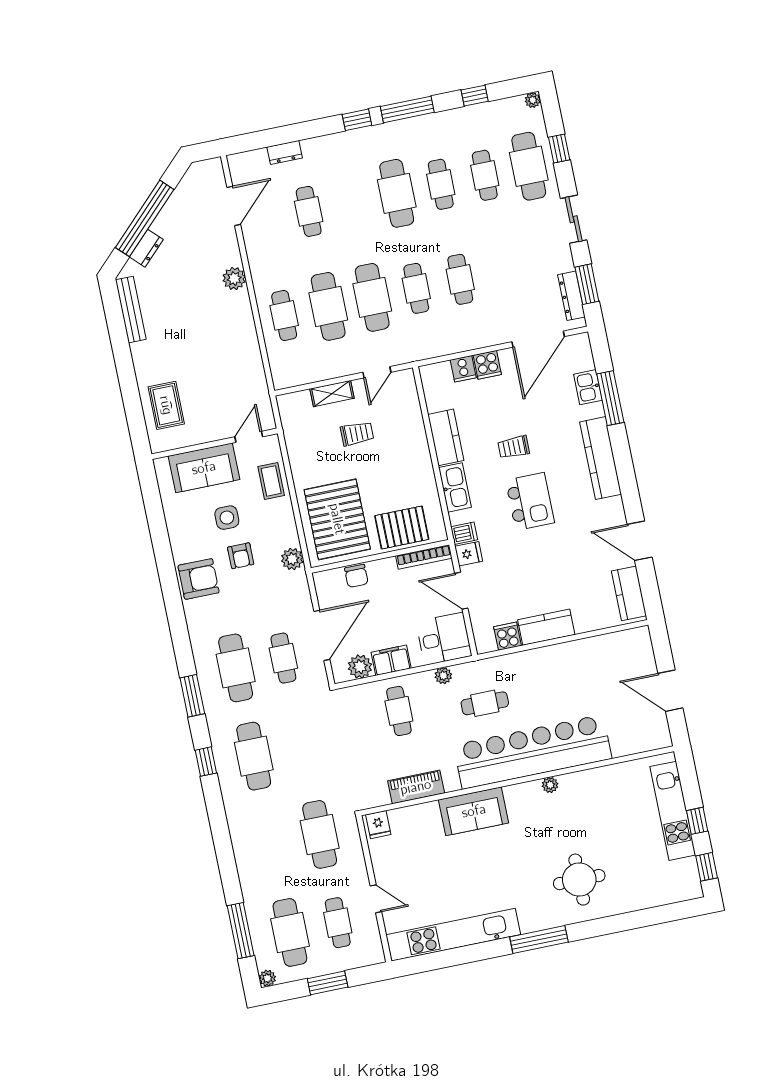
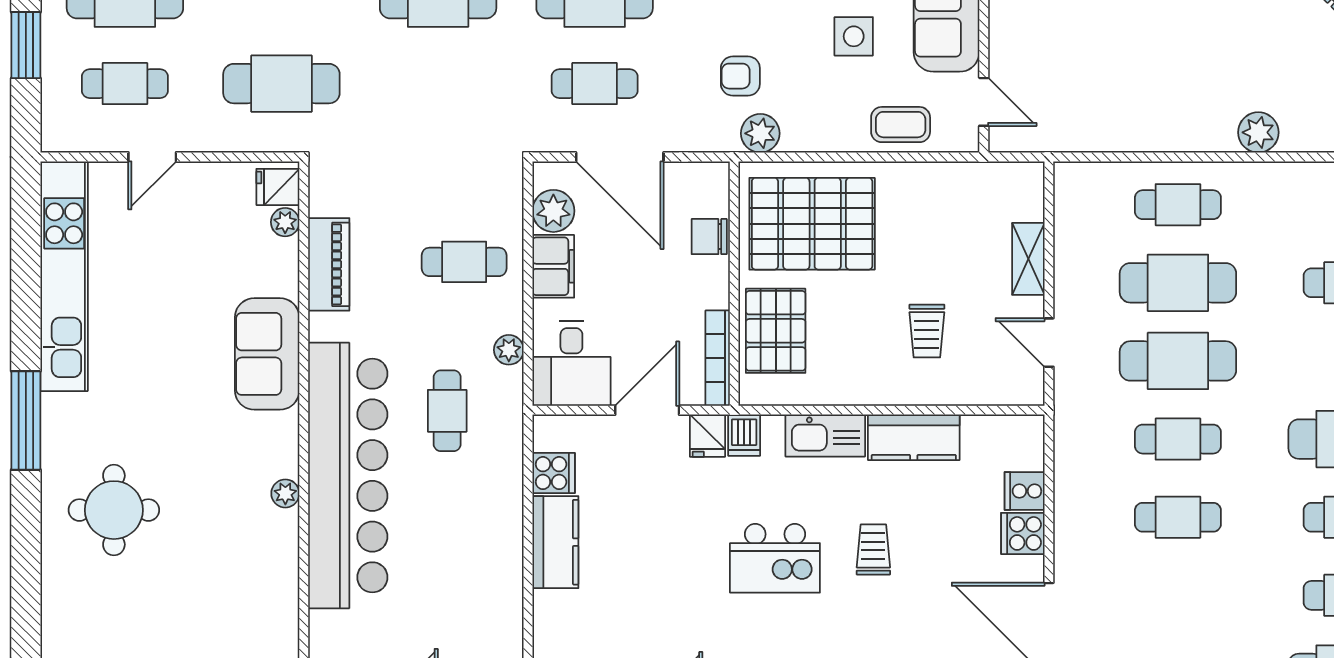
trolley: (357, 434) -> (927, 331), moved
armchair: (241, 556) -> (740, 76), moved
plant: (397, 816) -> (285, 222), added

